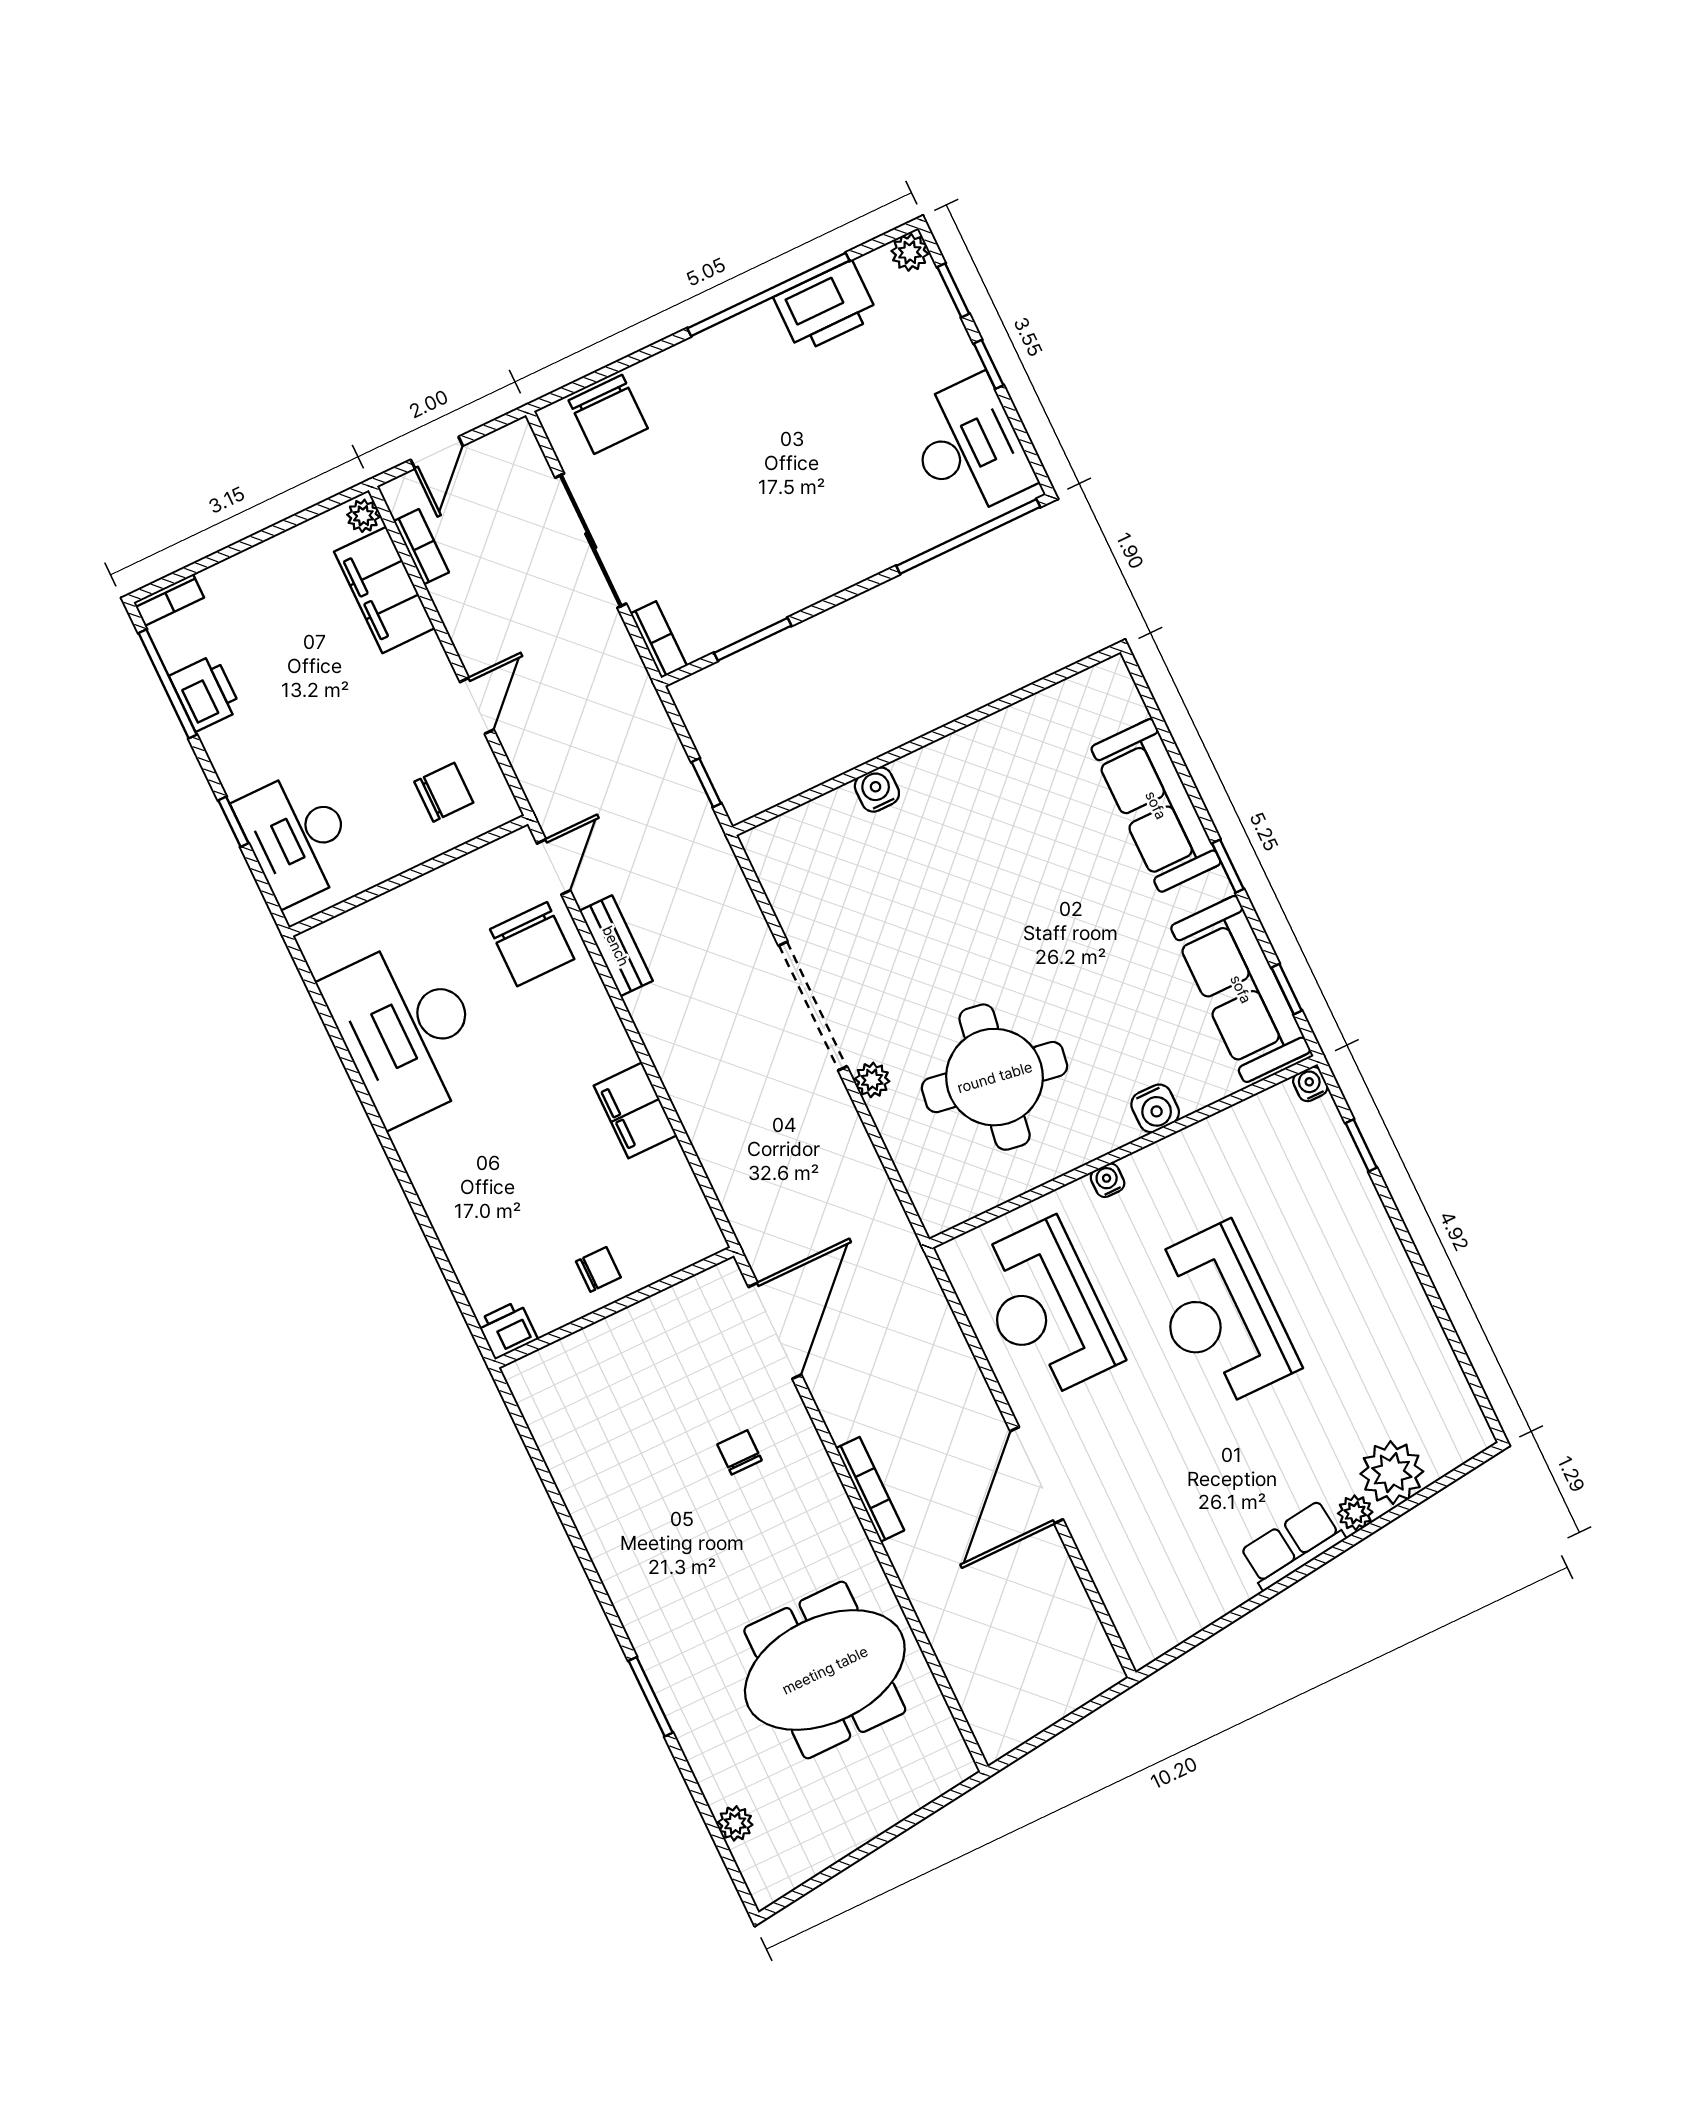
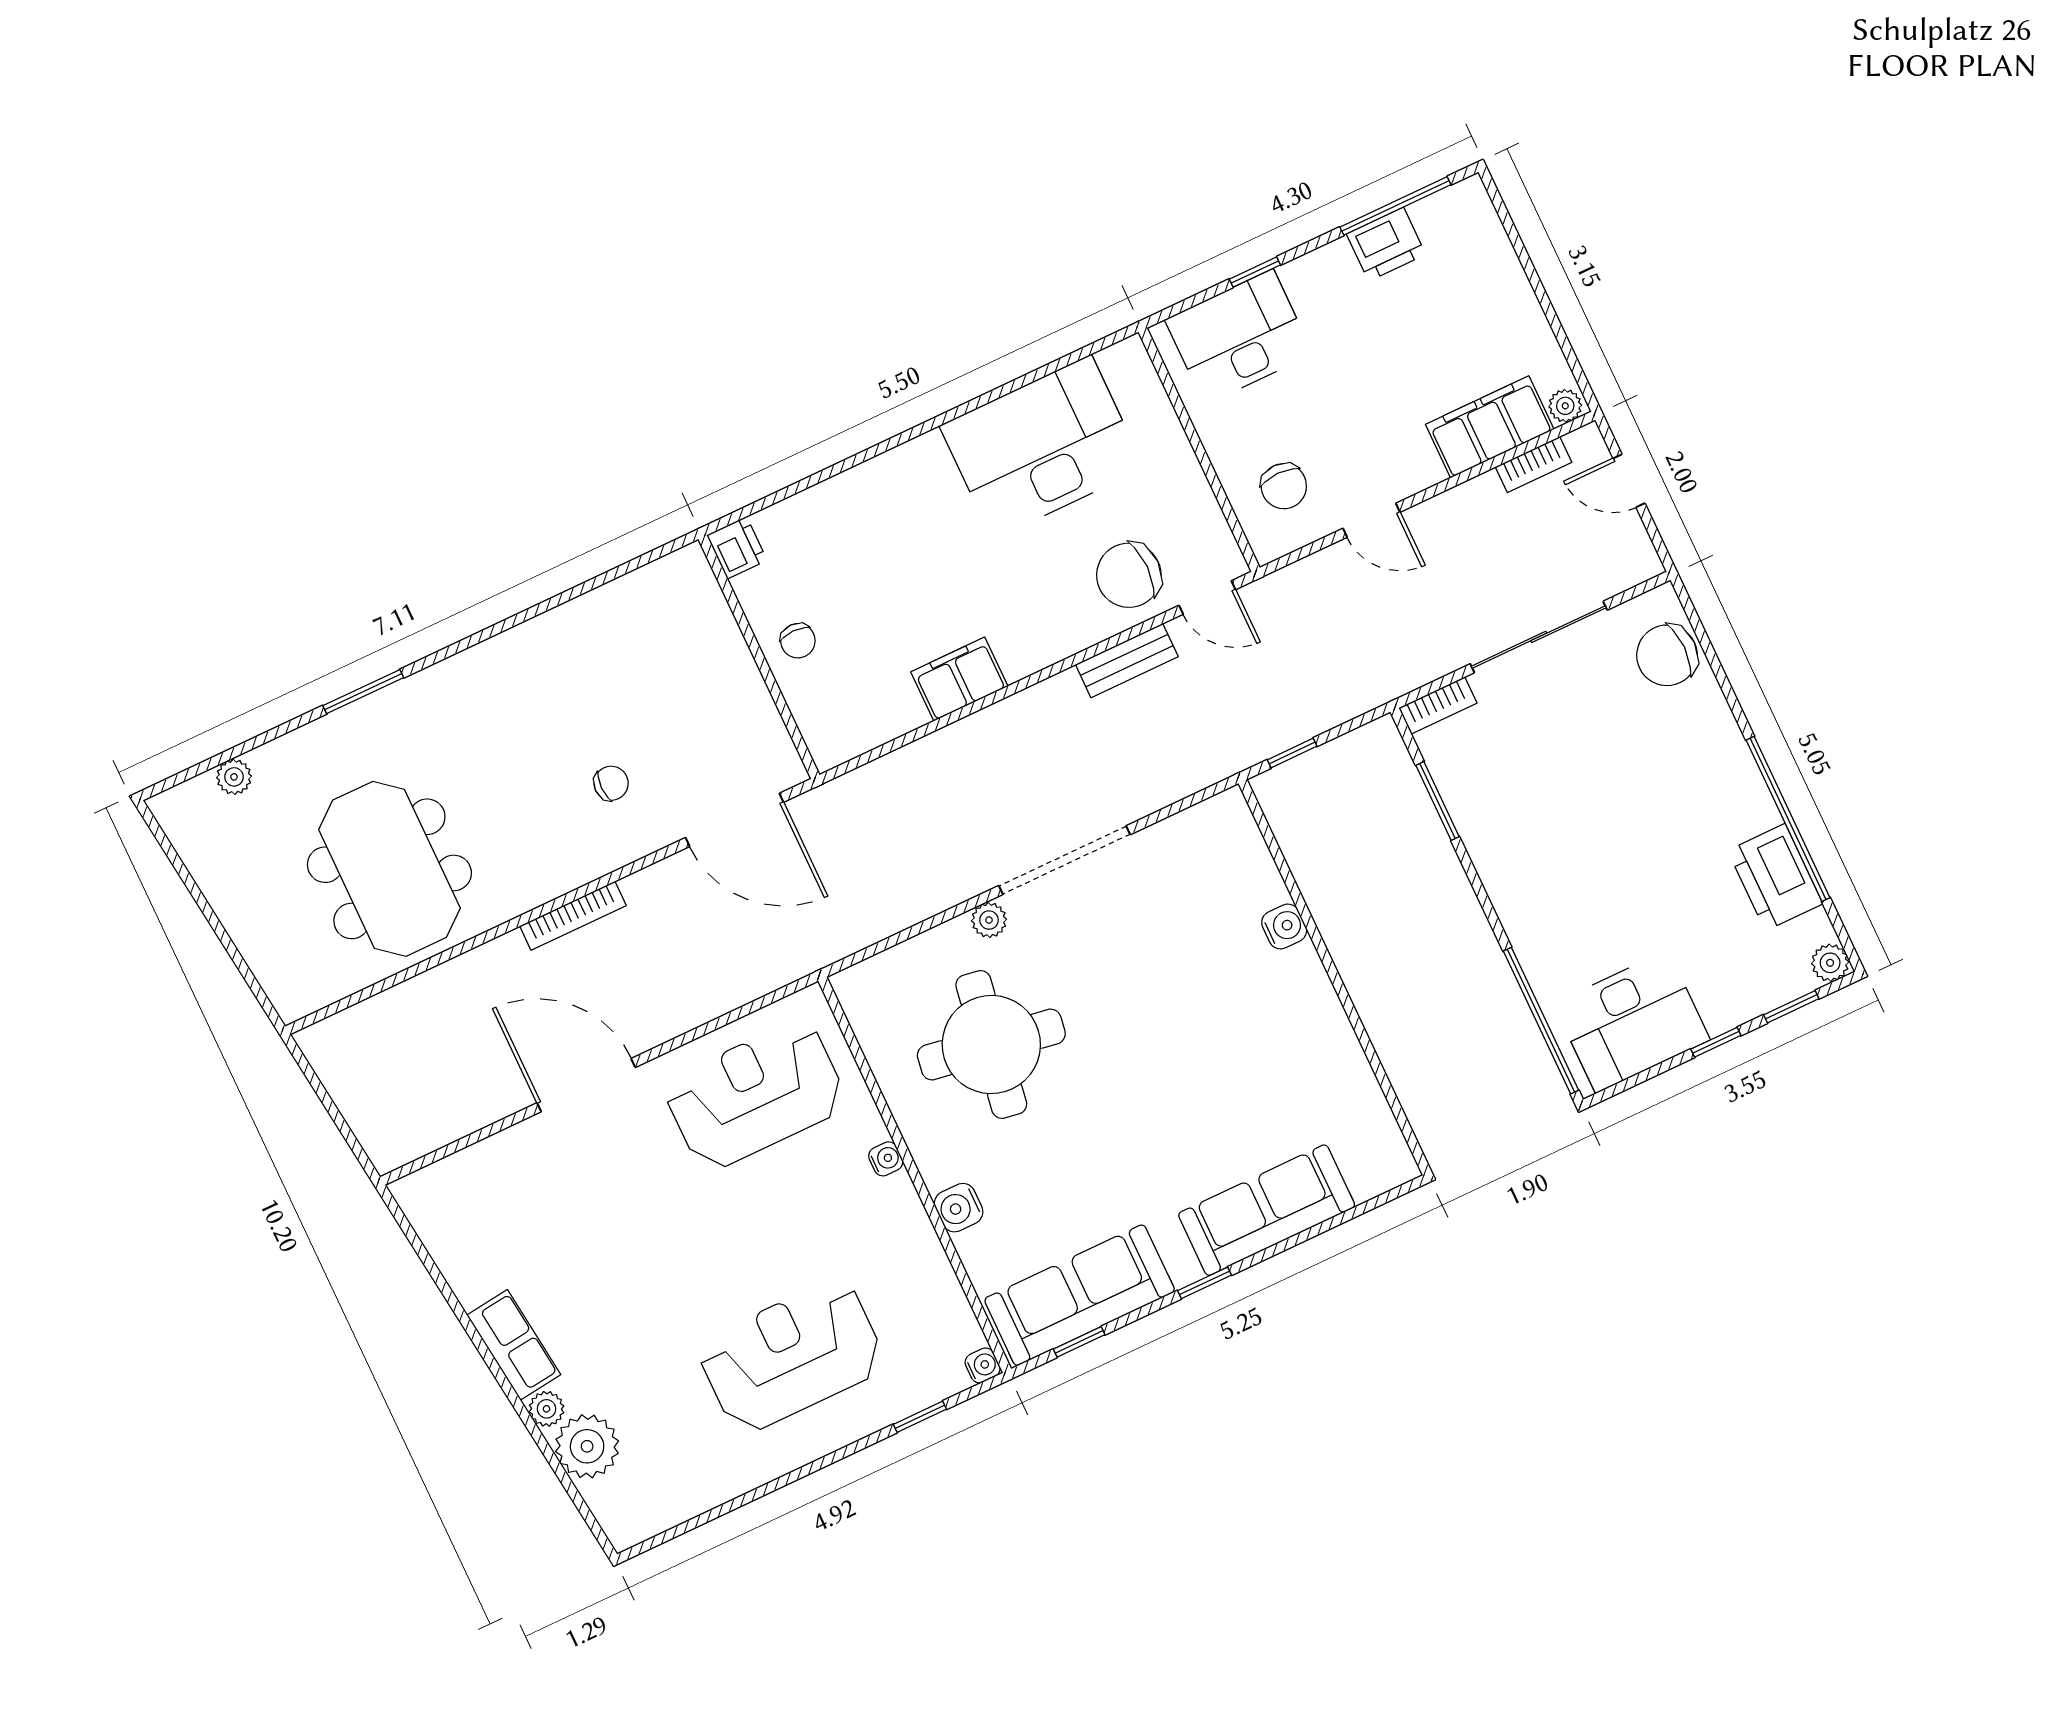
bookcase: (169, 600) -> (1481, 208), removed
reception desk: (1220, 1315) -> (791, 1356), moved

